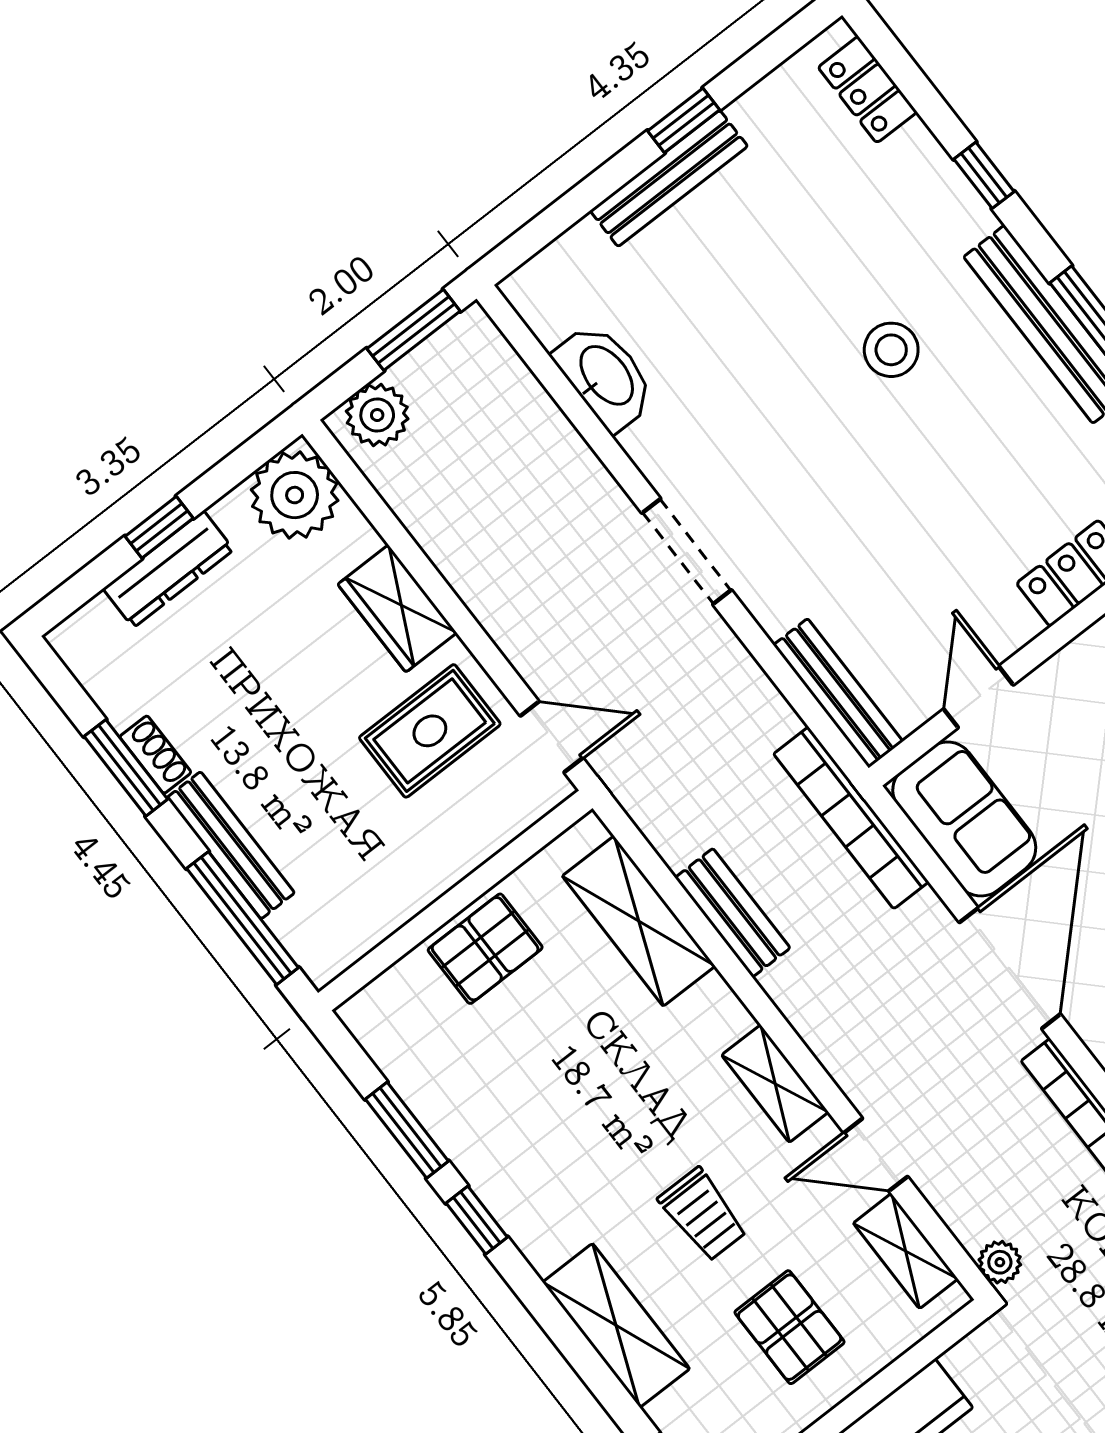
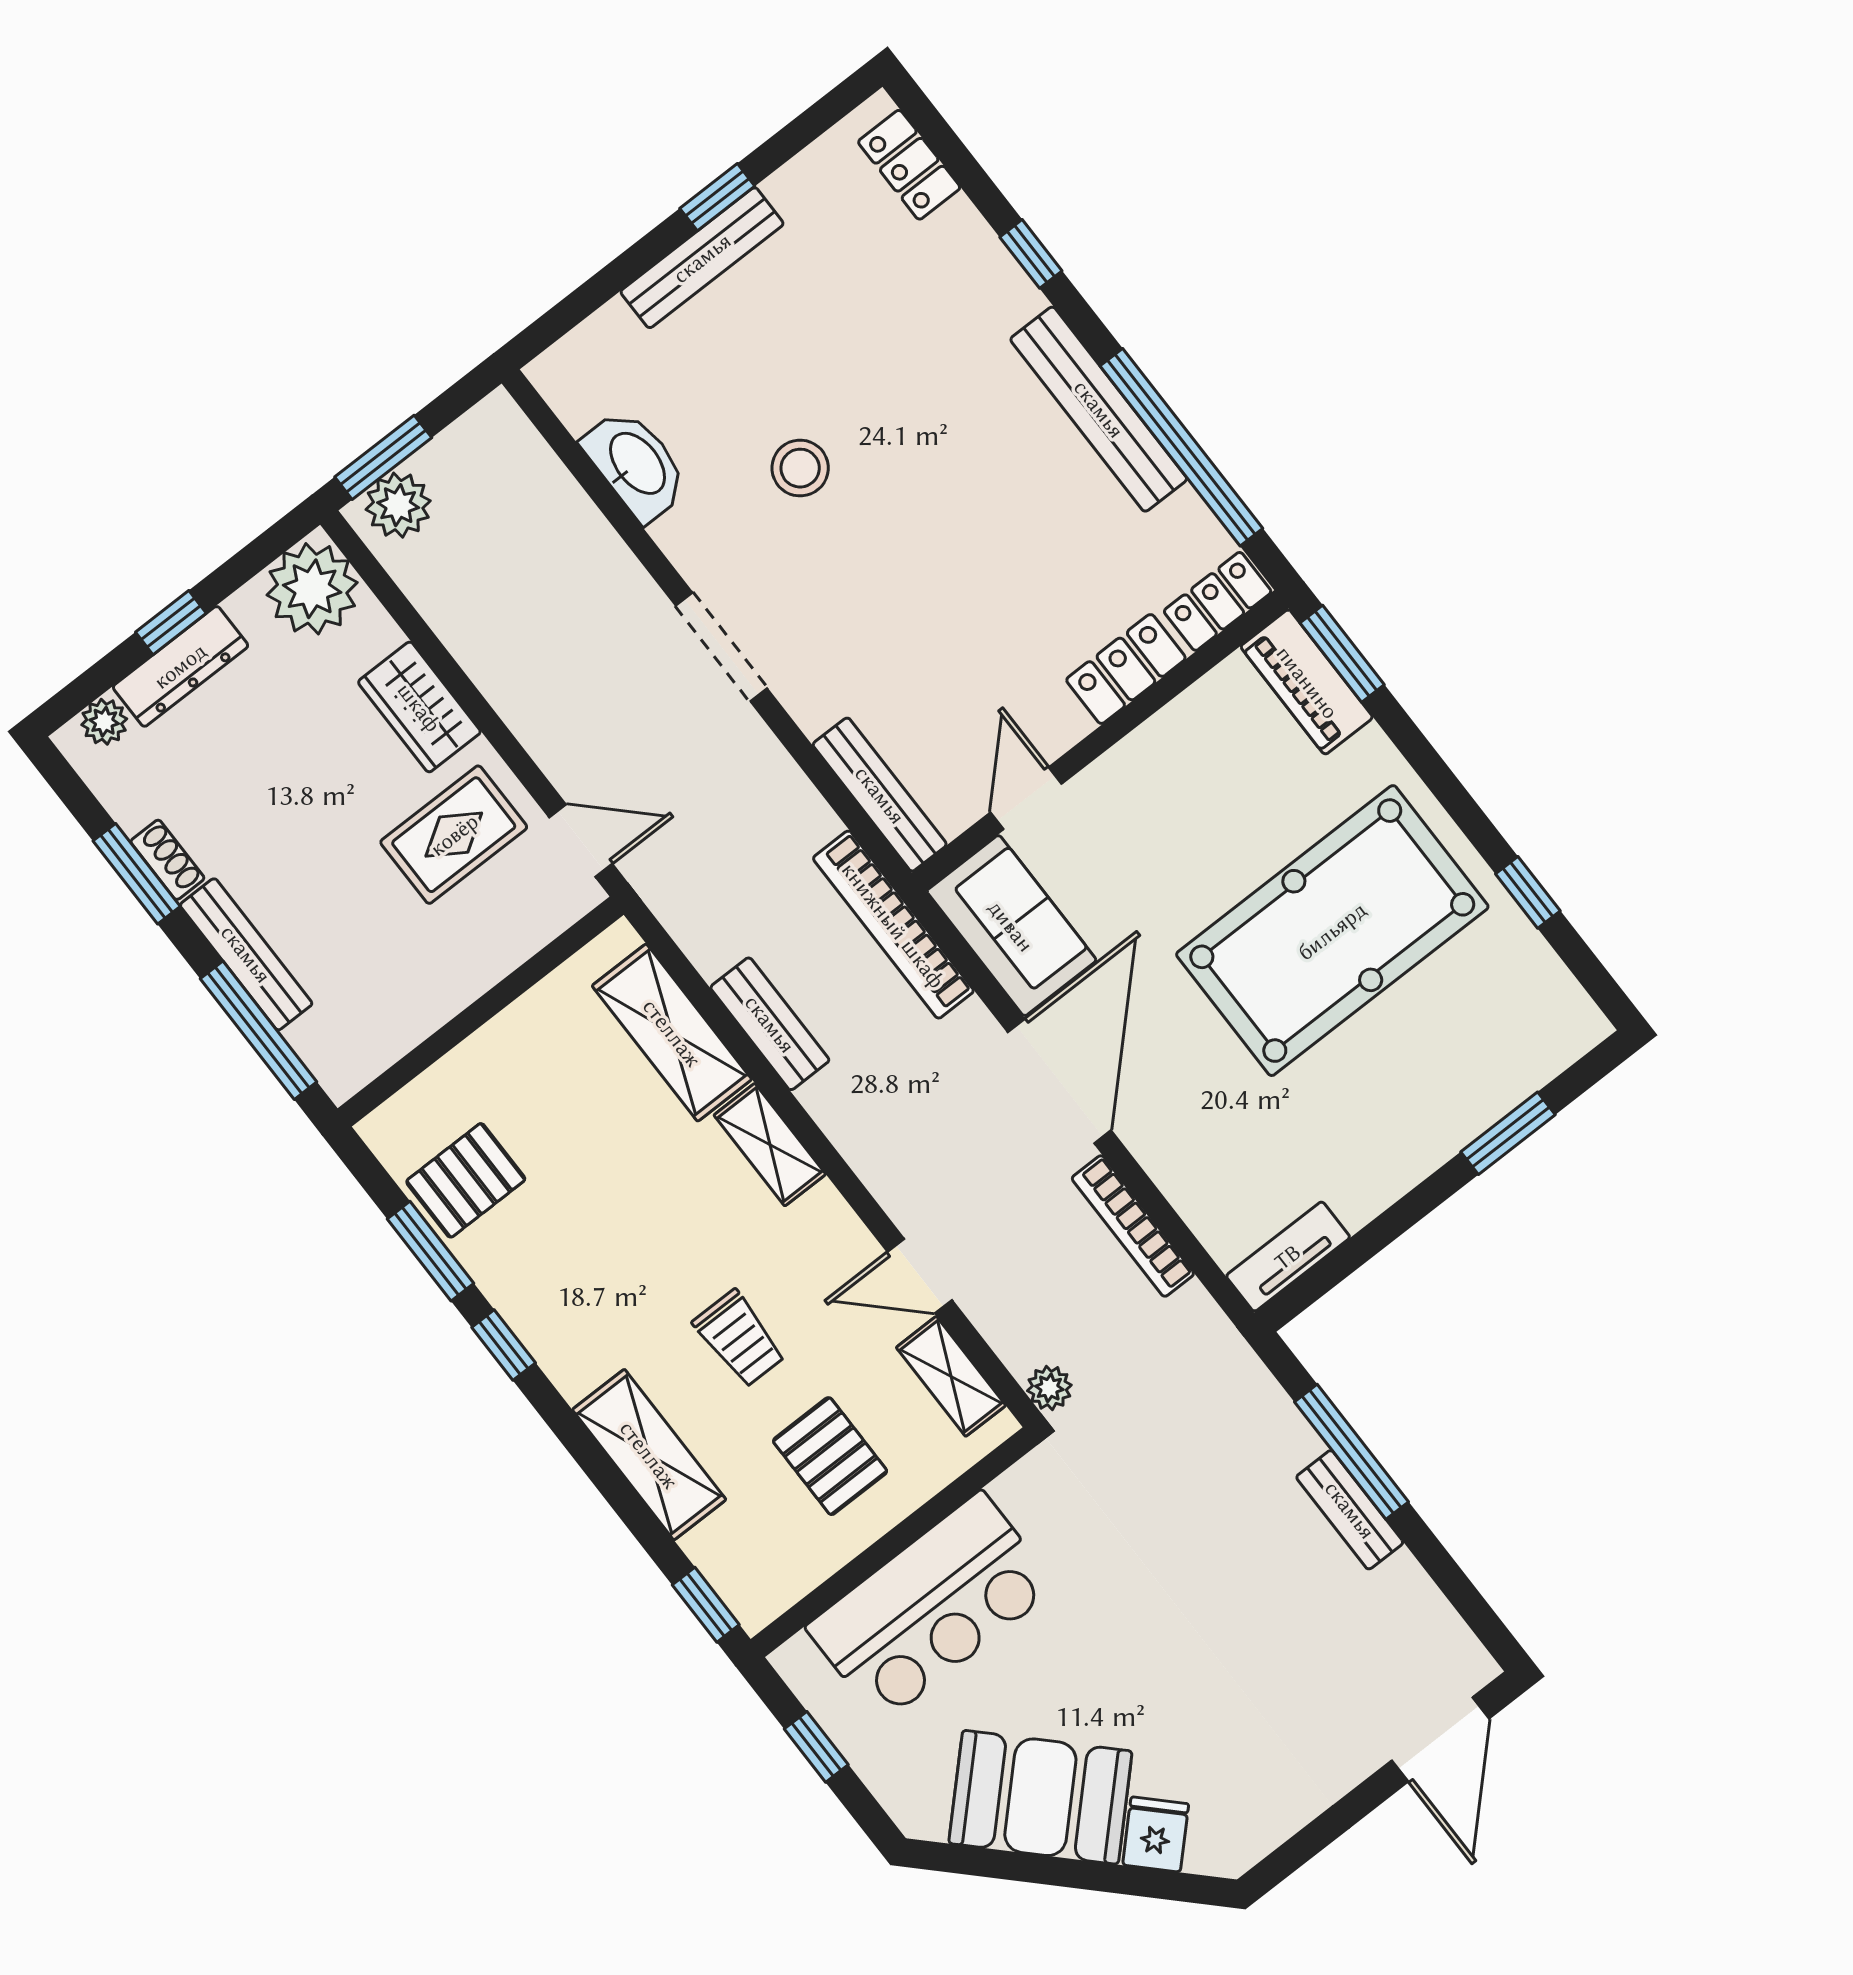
window: (414, 330) -> (383, 457), moved
stool: (891, 350) -> (800, 468), moved
plant: (95, 622) -> (104, 722), added
pallet: (485, 949) -> (466, 1180), moved
shelving: (775, 1084) -> (770, 1145), moved

